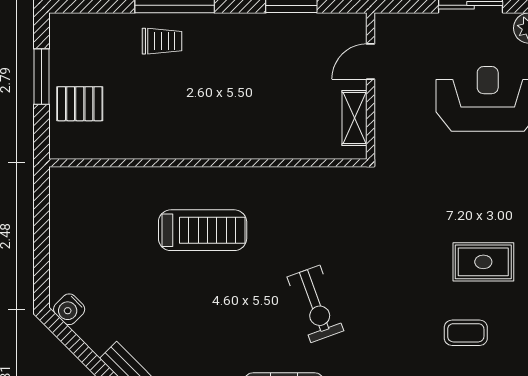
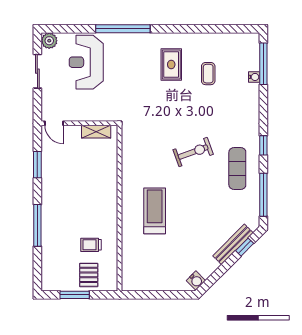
trolley: (162, 41) -> (91, 245), moved, turned -90
door: (371, 61) -> (54, 123), moved

